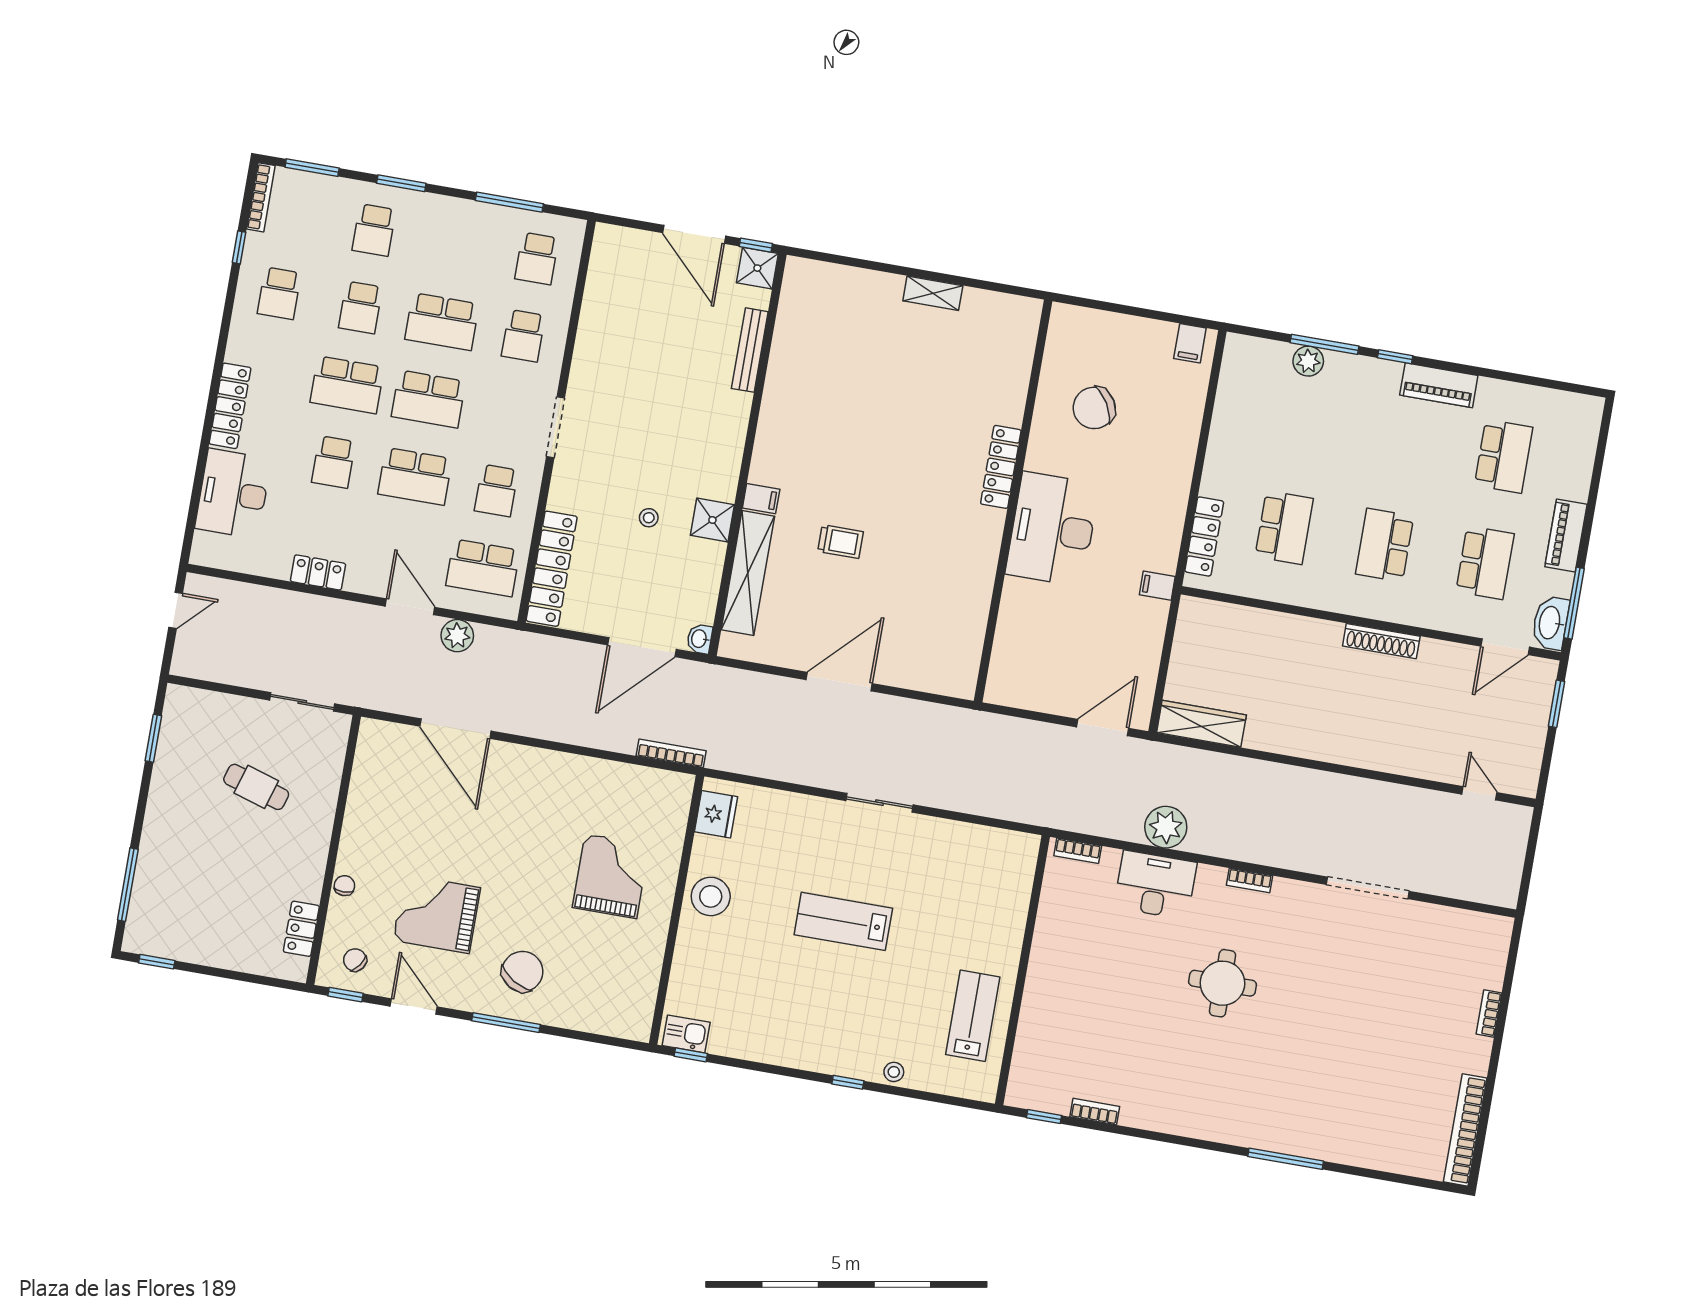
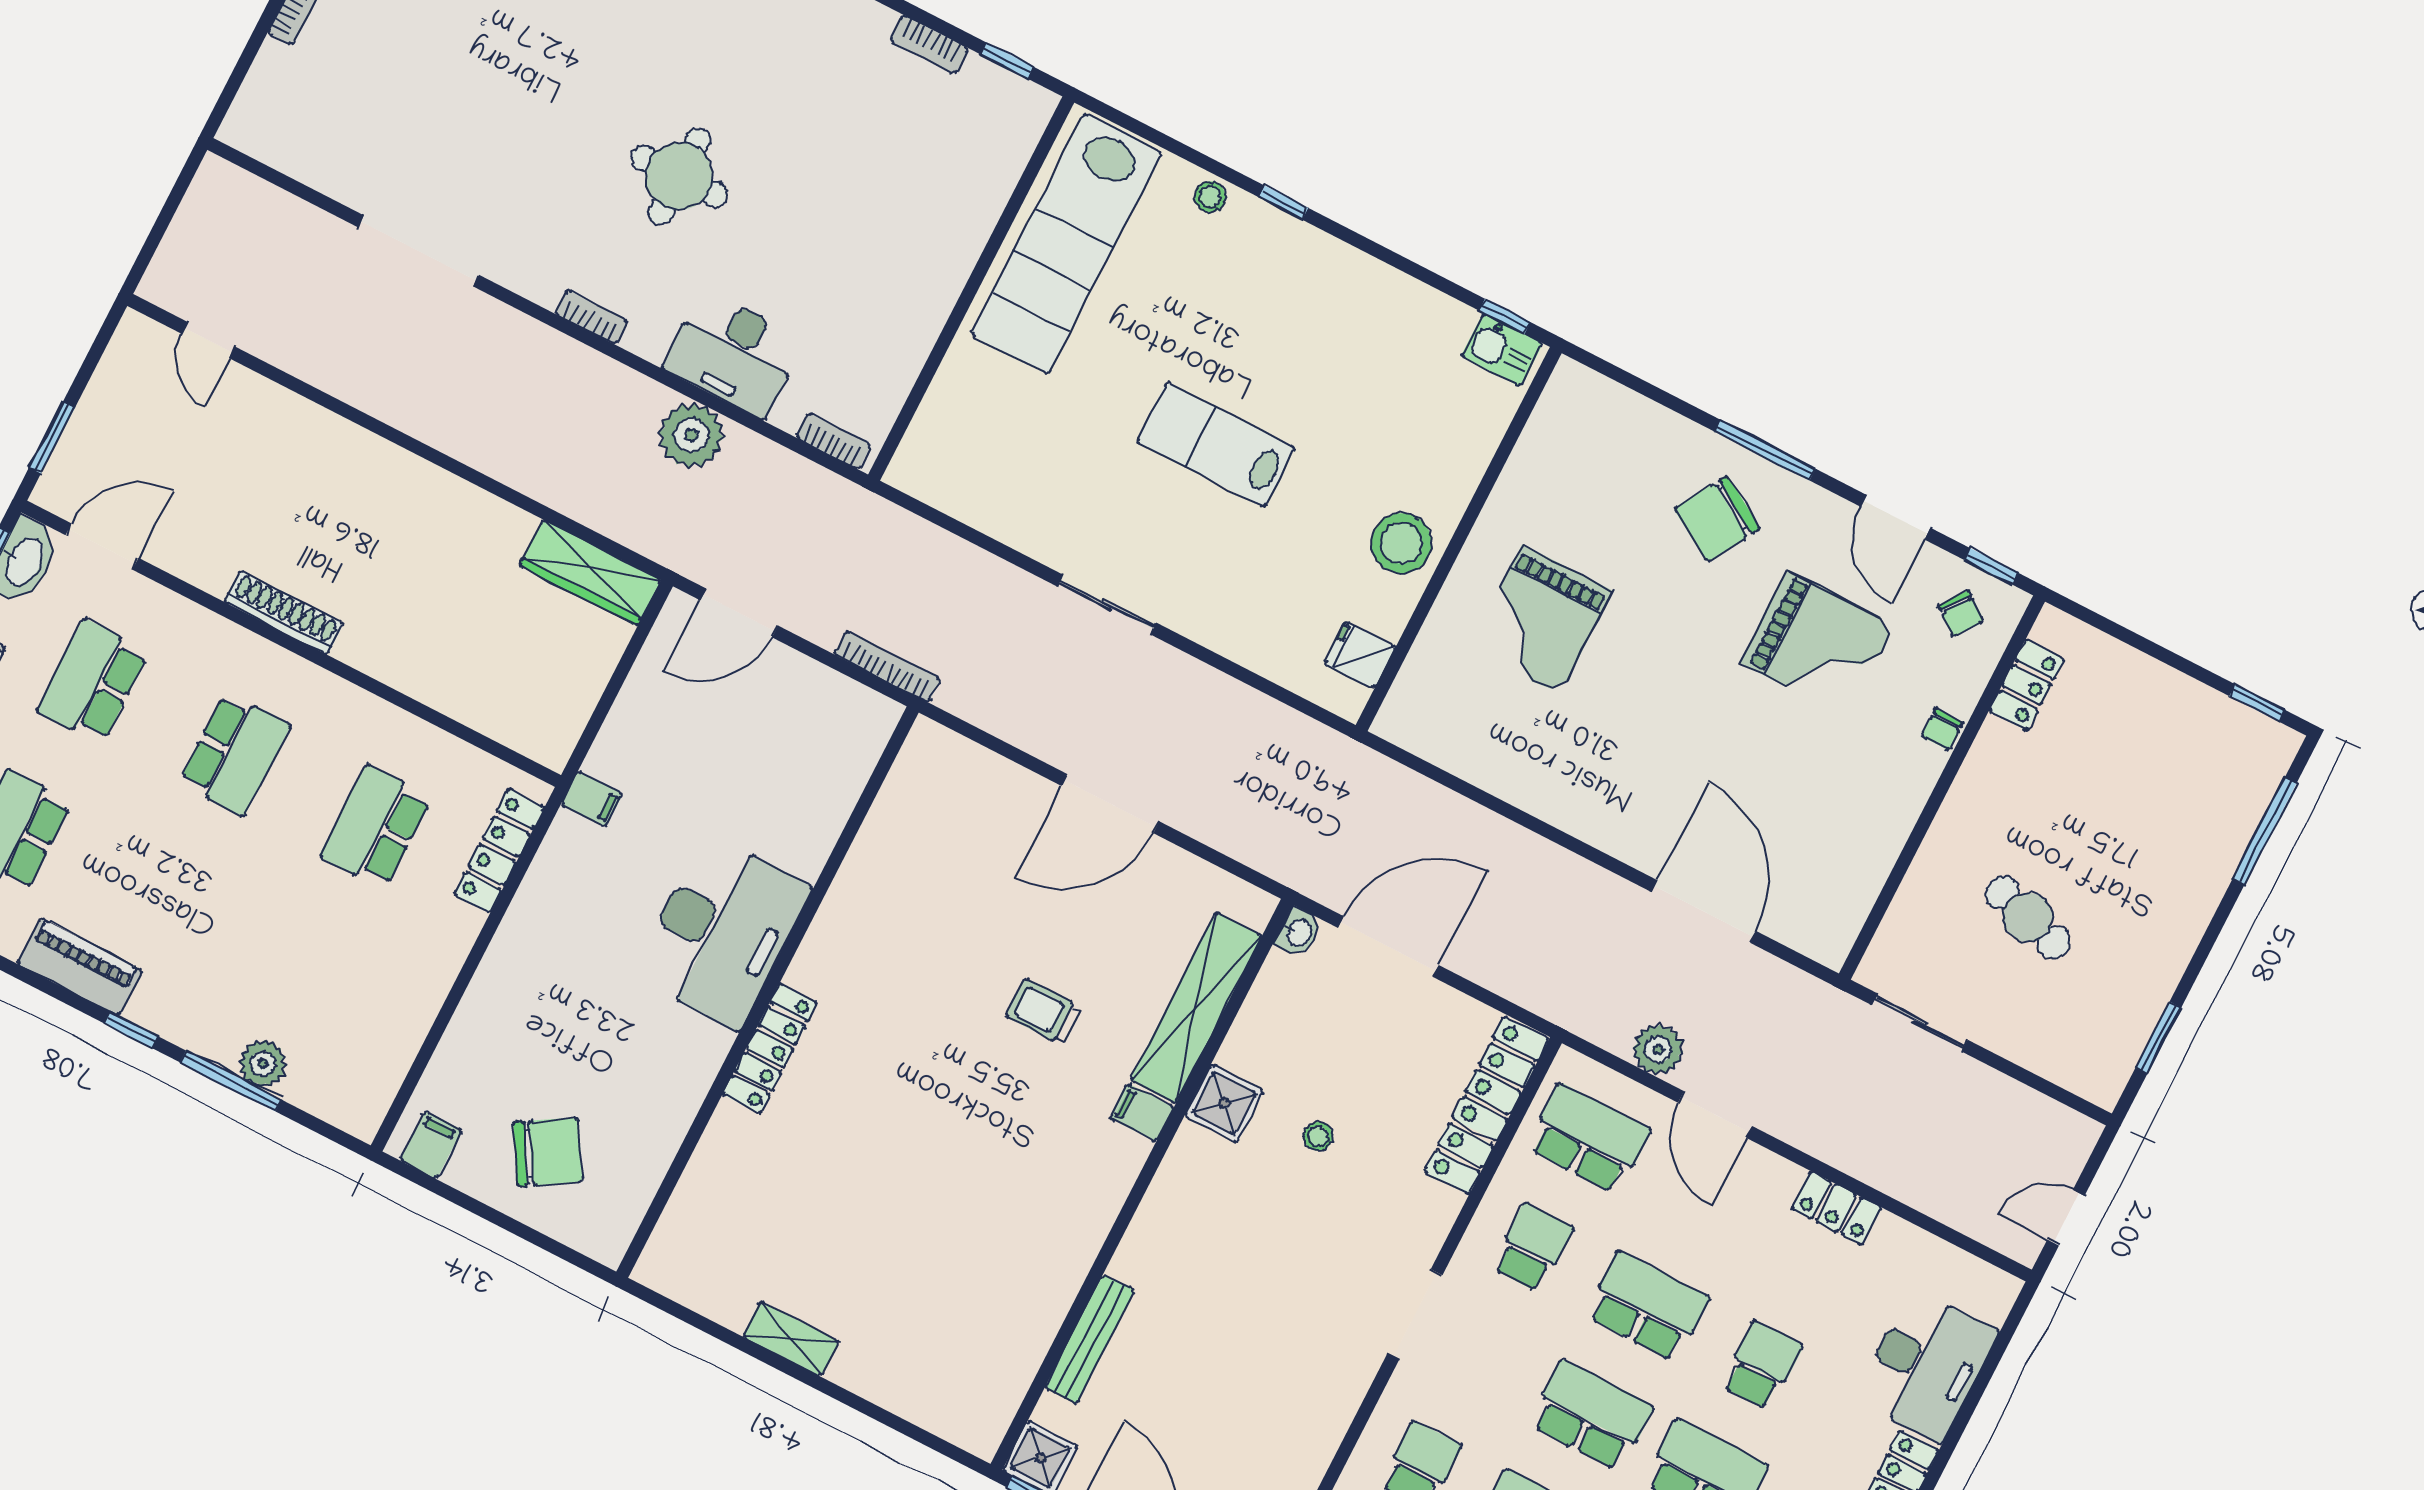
chair: (1094, 408) -> (548, 1152), moved
bookcase: (671, 753) -> (887, 666), moved, turned 180
fridge: (716, 814) -> (1360, 655), width x0.72
lab bench: (843, 921) -> (1216, 444), turned 180
lab bench: (973, 1016) -> (1066, 244), width x1.86, depth x1.39

